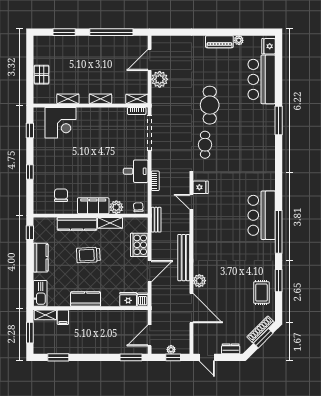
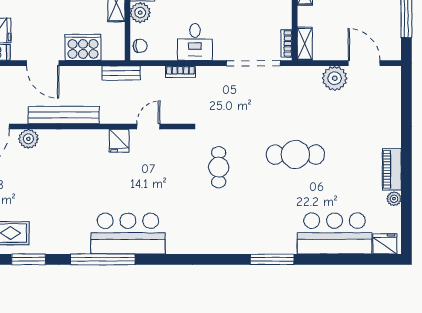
cafe table: (205, 145) -> (219, 167), moved, turned 90
fridge: (201, 187) -> (119, 141), moved

